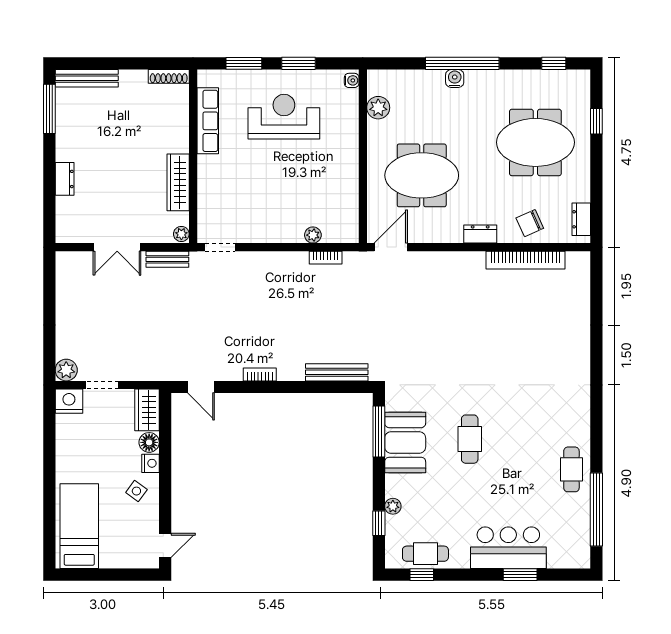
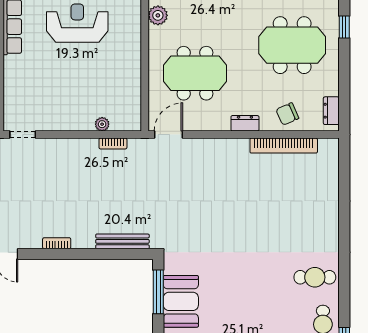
cafe table: (470, 439) -> (315, 277), moved, turned 90

